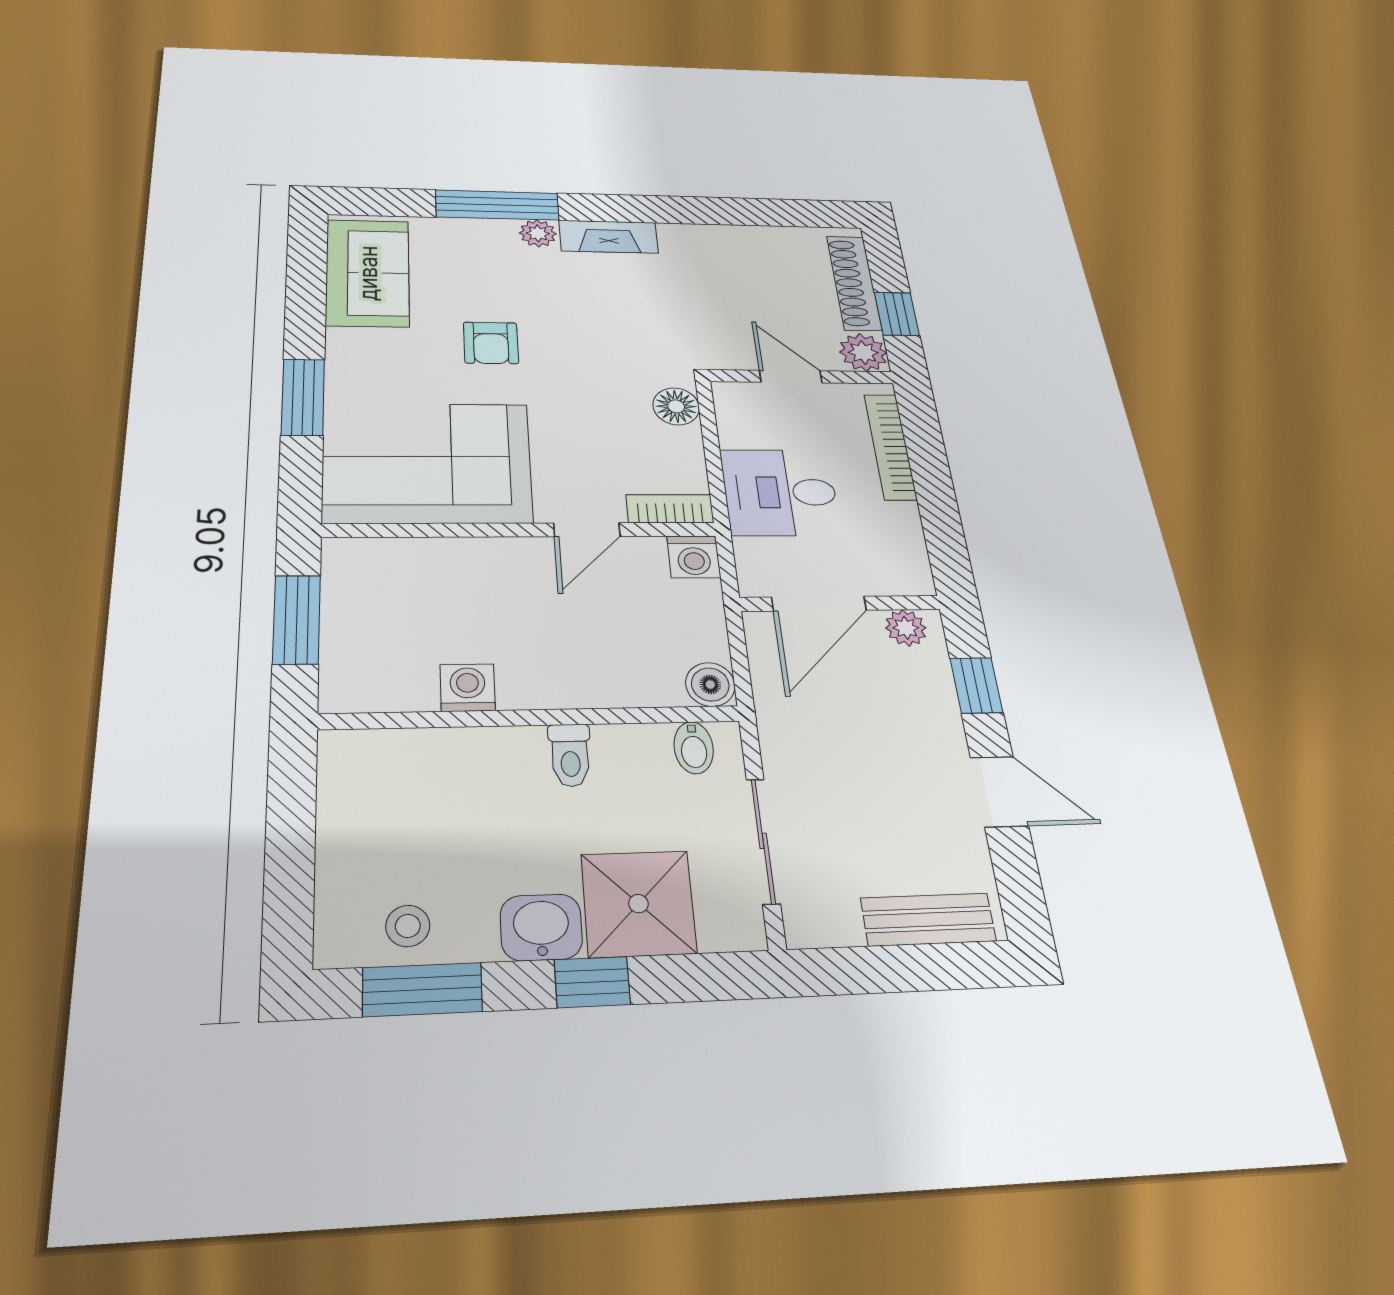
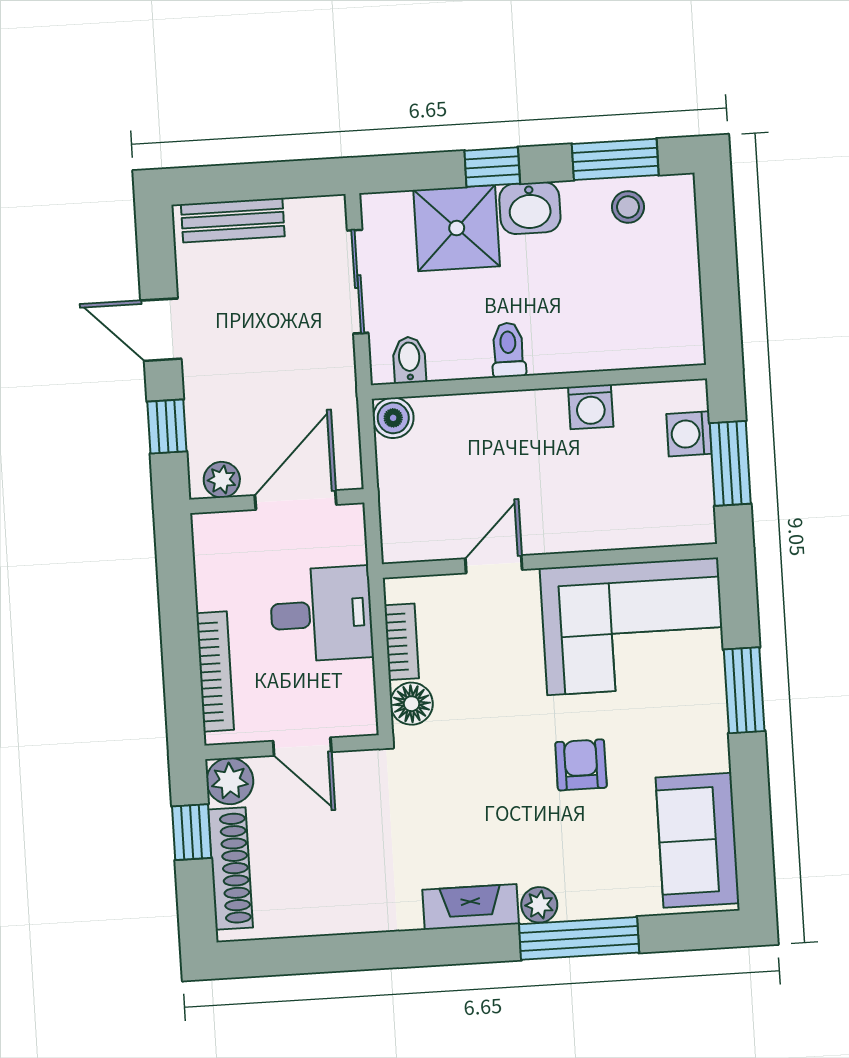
bookcase: (670, 509) -> (402, 642), moved, turned -90
washing machine: (694, 557) -> (689, 434), moved, turned -90

